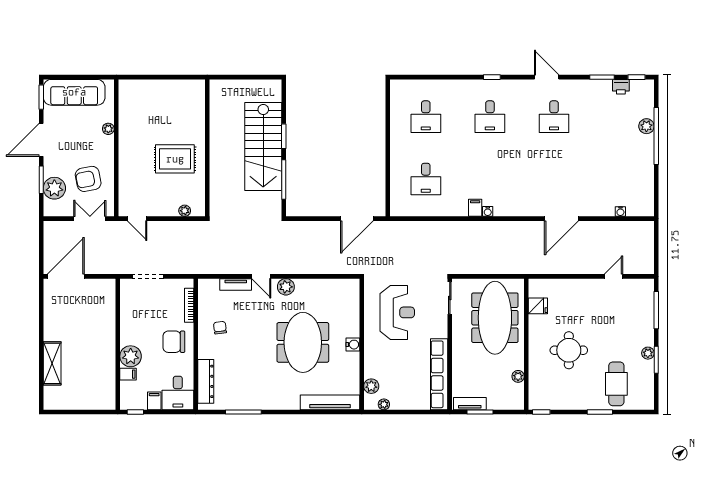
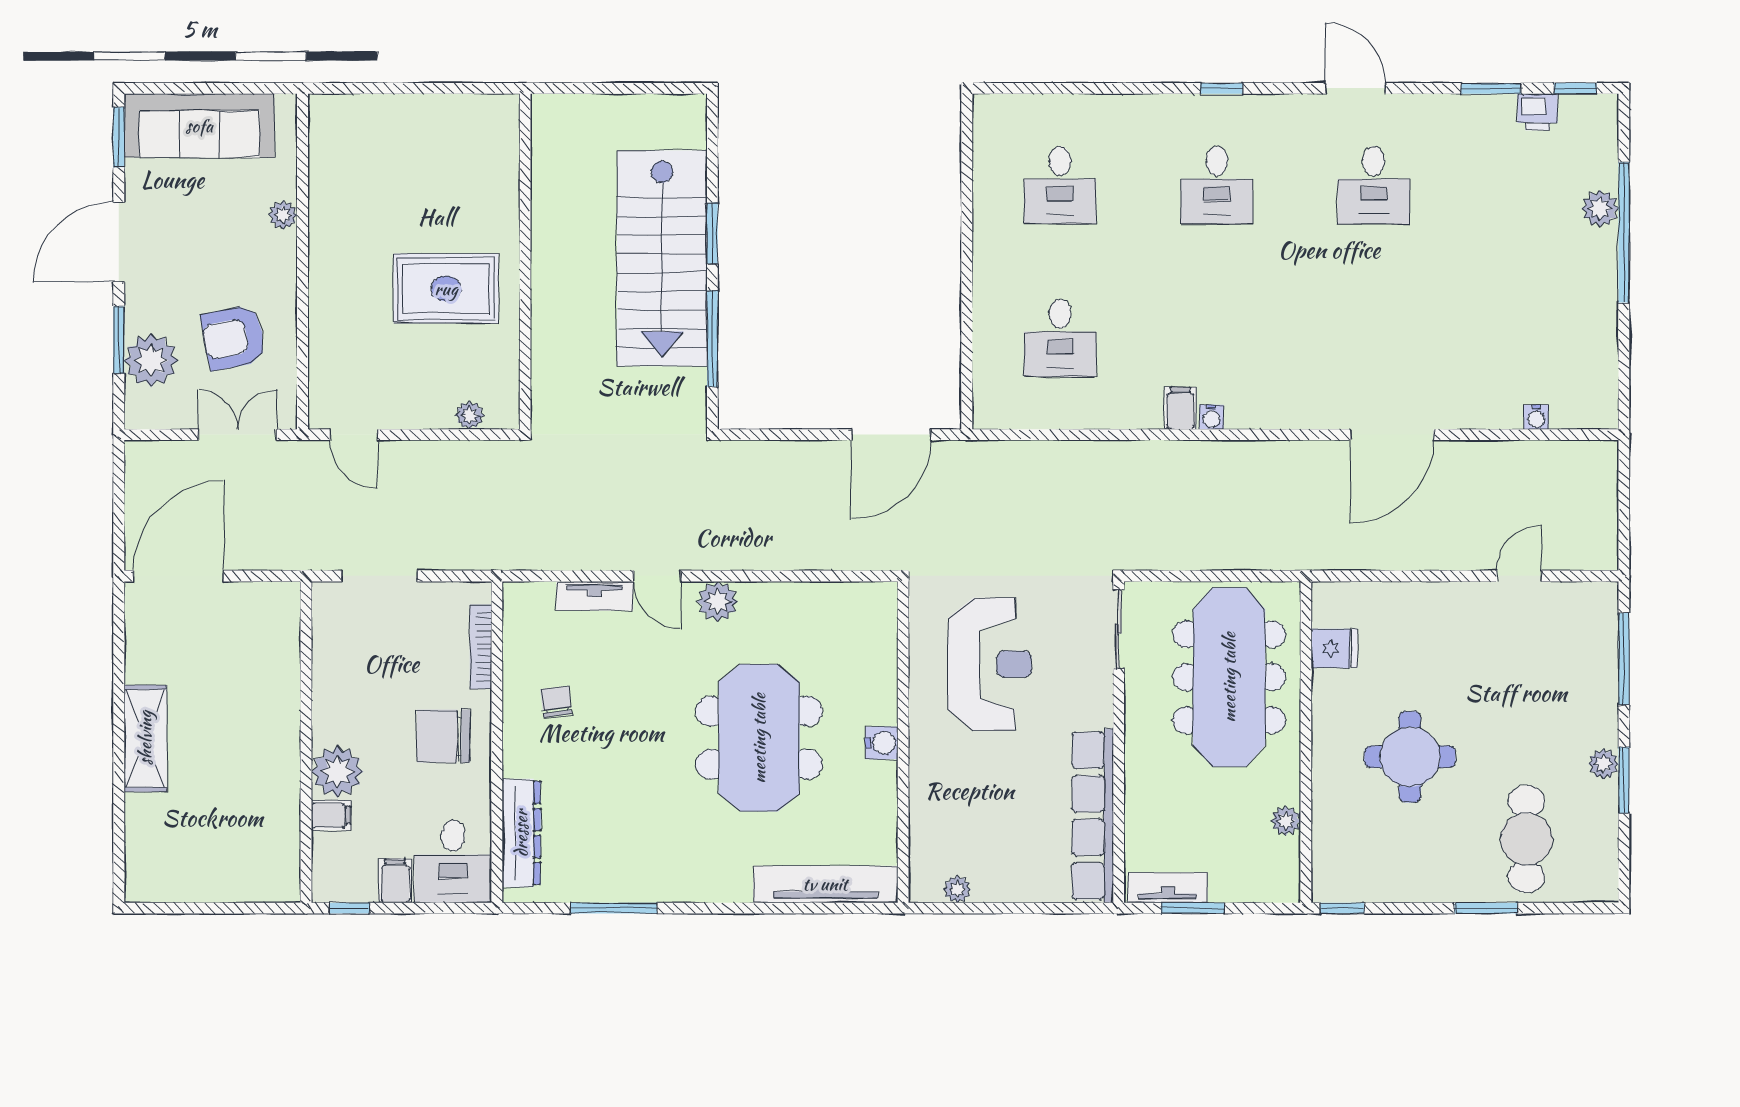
shelving: (52, 363) -> (145, 738), moved
plant: (371, 386) -> (927, 845), removed

